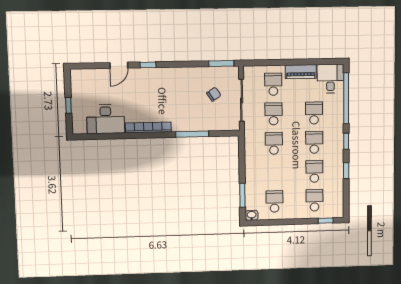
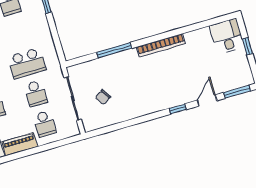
window: (221, 63) -> (237, 92), moved
desk: (106, 119) -> (227, 36), moved, width x0.73
school desk: (274, 143) -> (27, 63), width x1.85

